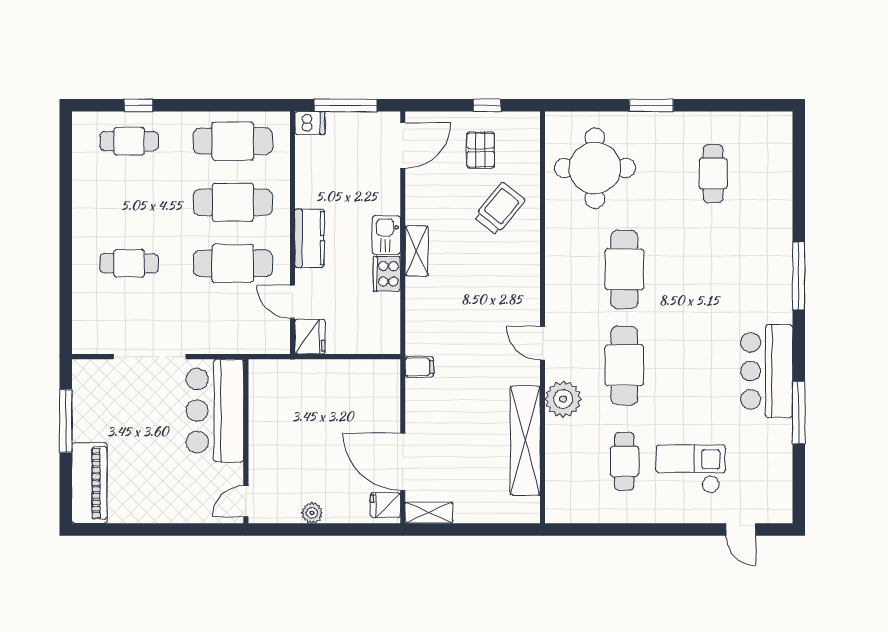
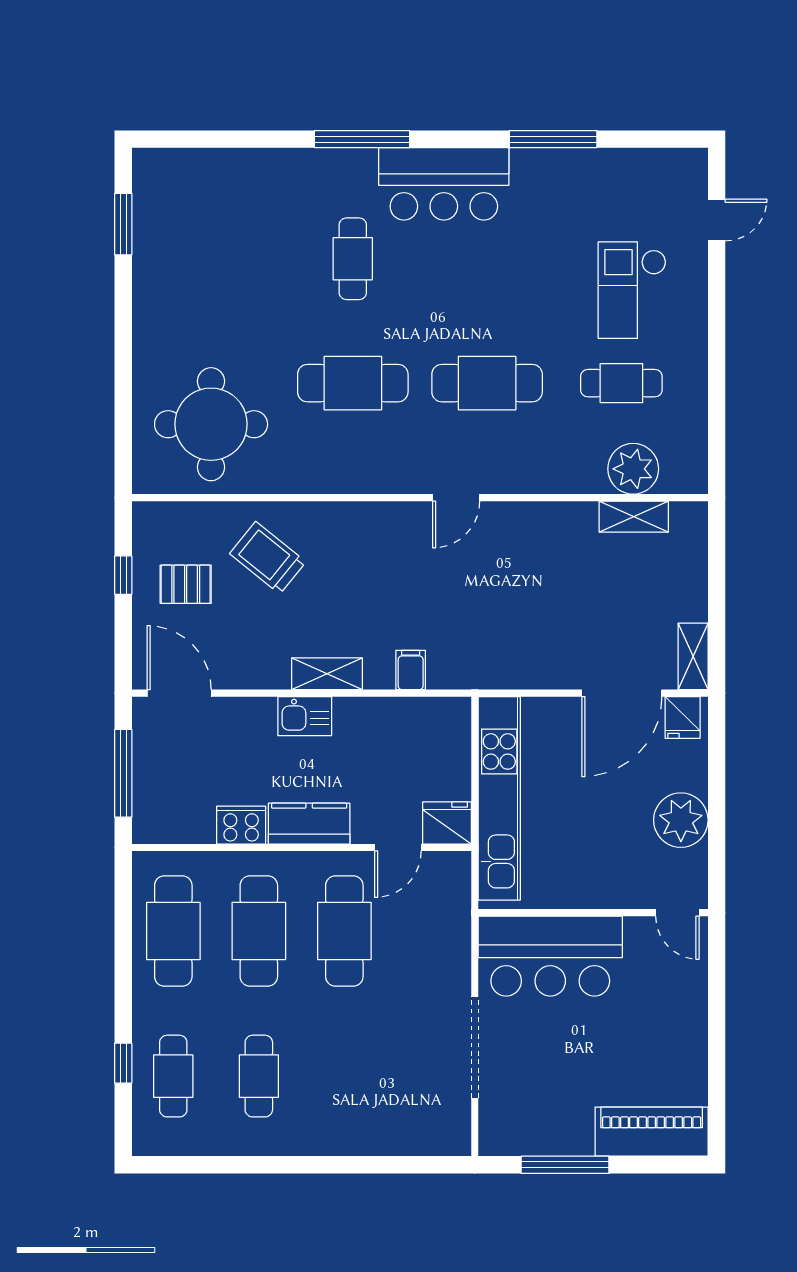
window: (651, 105) -> (123, 224), moved
dishwasher: (310, 123) -> (148, 823), removed
cafe table: (713, 173) -> (353, 259), moved, turned 90
cafe table: (129, 263) -> (259, 1076), moved
cooker: (387, 274) -> (241, 825), moved, turned 180
filing cabinet: (419, 367) -> (411, 670), moved
bar counter: (767, 371) -> (444, 184), moved
kitchen unit: (328, 374) -> (499, 798), added
plant: (563, 399) -> (633, 469), moved
shelving: (525, 441) -> (634, 517), width x0.45, depth x0.75
plant: (312, 513) -> (681, 820), width x1.87, depth x1.87

